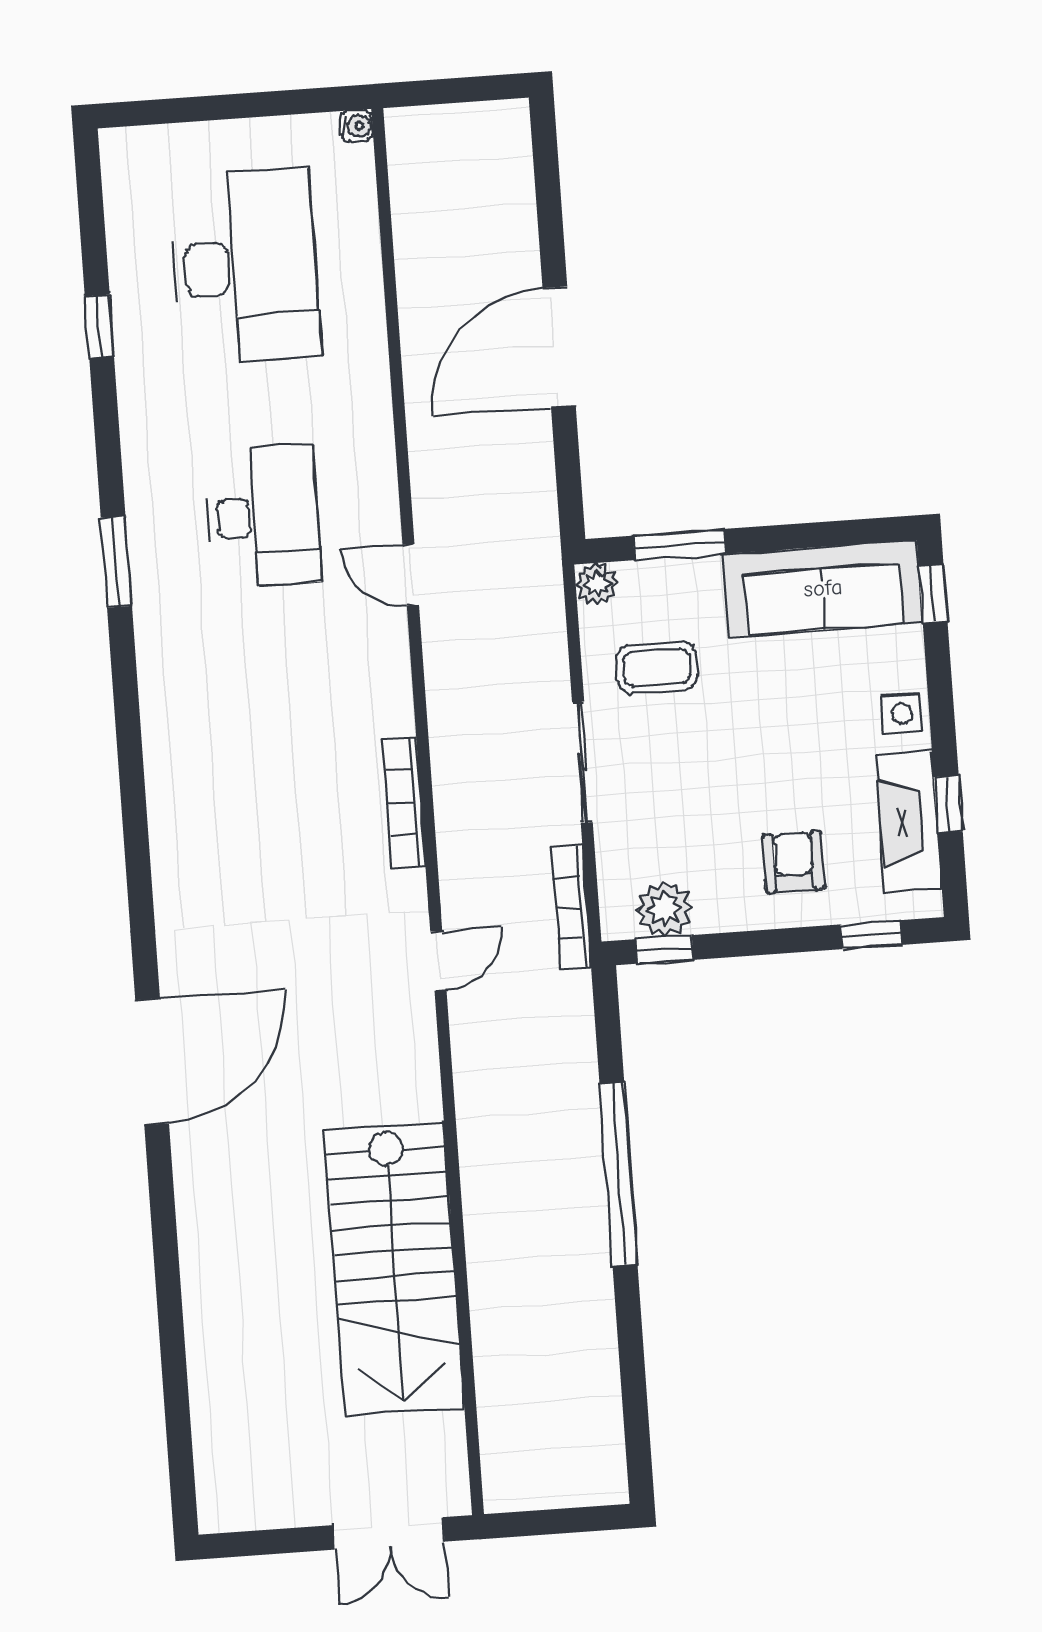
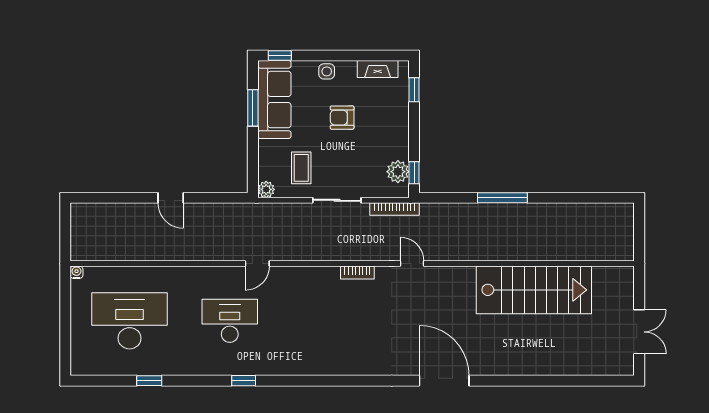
door: (559, 347) -> (171, 198), width x0.53
window: (680, 545) -> (253, 108), moved
window: (116, 562) -> (244, 381), width x0.67
bookcase: (404, 803) -> (357, 273), width x0.64
window: (948, 804) -> (364, 56), removed
fireplace: (909, 822) -> (378, 69), width x0.73, depth x0.76
armchair: (793, 862) -> (342, 118), moved
window: (618, 1174) -> (502, 198), width x0.68
double door: (389, 1533) -> (639, 332), moved

